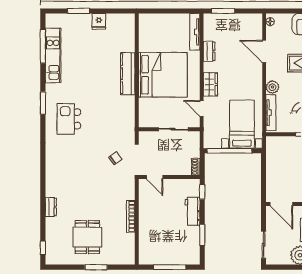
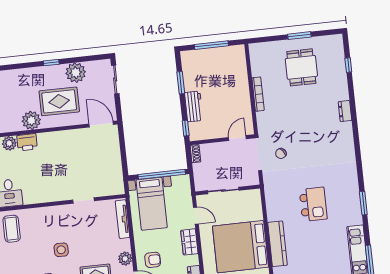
armchair: (247, 71) -> (153, 260), added
plant: (272, 87) -> (125, 259), moved
kitchen island: (69, 119) -> (313, 204), moved
door: (155, 177) -> (237, 138), hinge flipped
dresser: (51, 207) -> (345, 111), moved
window: (43, 248) -> (348, 65), moved
window: (96, 267) -> (299, 36), moved

